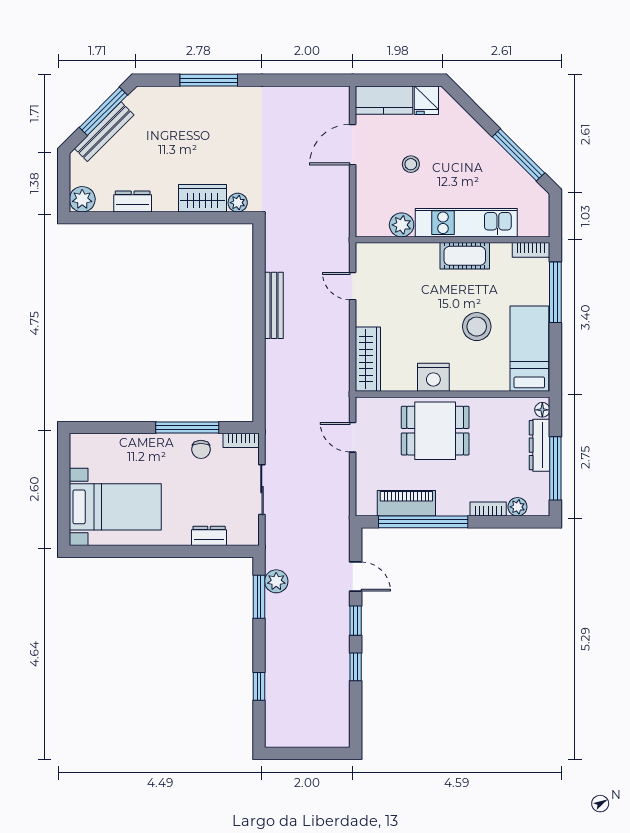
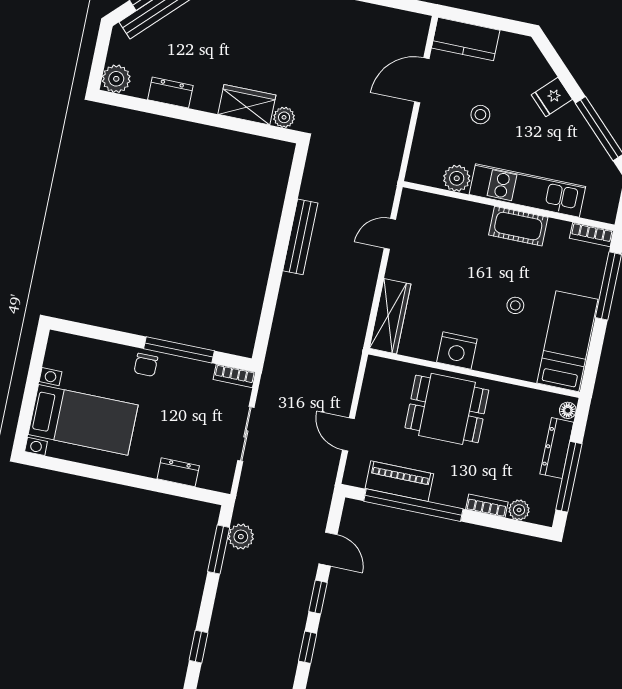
fridge: (426, 100) -> (552, 97), moved, turned 45
door: (353, 286) -> (390, 234), hinge flipped
stool: (477, 327) -> (515, 305), width x0.53, depth x0.53
door: (353, 437) -> (348, 434), moved
chair: (201, 449) -> (146, 365), moved

